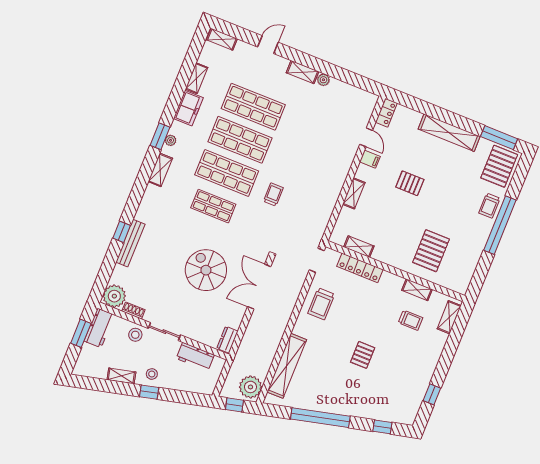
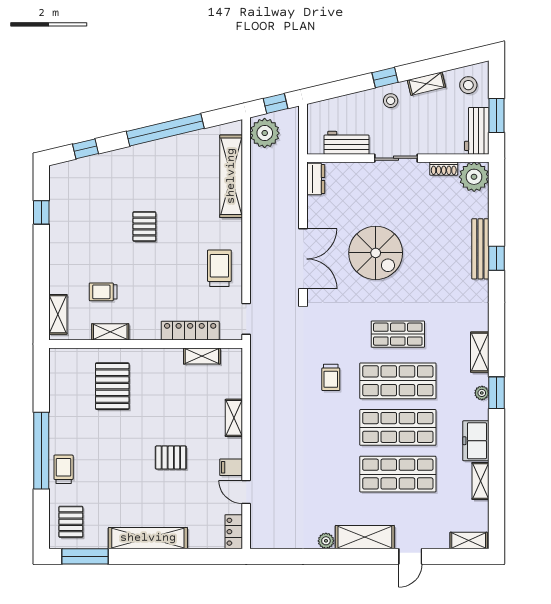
shelving: (303, 72) -> (365, 537), width x1.50, depth x1.33
pallet: (499, 166) -> (71, 522), width x0.67, depth x0.71
stool: (135, 335) -> (468, 85), moved

